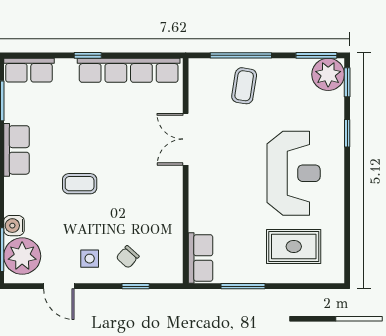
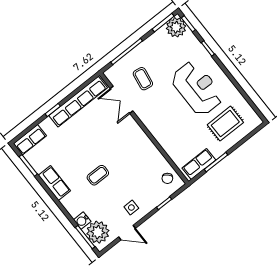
coffee table: (244, 86) -> (143, 79), moved
double door: (186, 139) -> (122, 100), moved
chair: (128, 257) -> (167, 178), moved
row of seats: (201, 258) -> (199, 164), moved, turned -90

